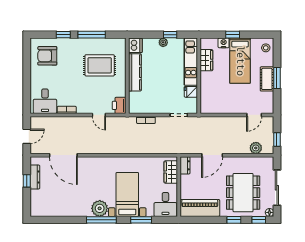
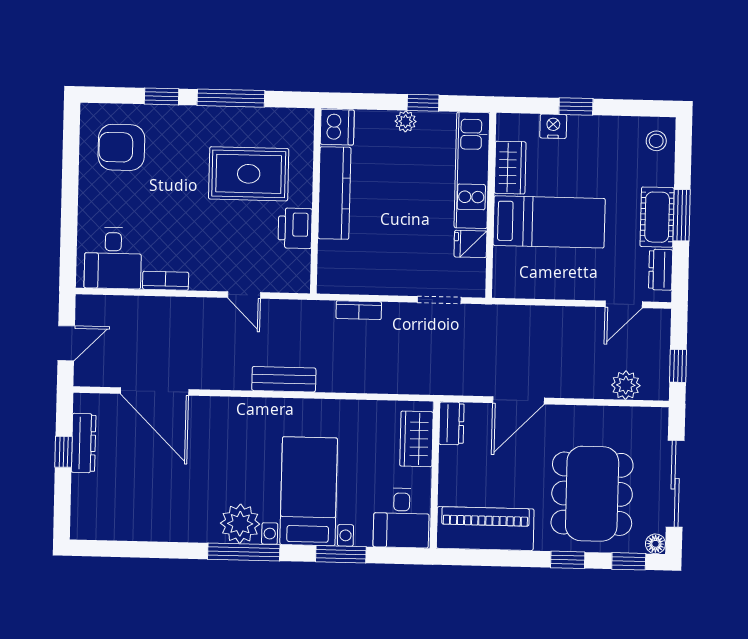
bed: (240, 61) -> (549, 222), moved, turned -90
dresser: (269, 100) -> (661, 270), added
printer: (119, 105) -> (295, 228), moved
bench: (116, 149) -> (284, 379), added

